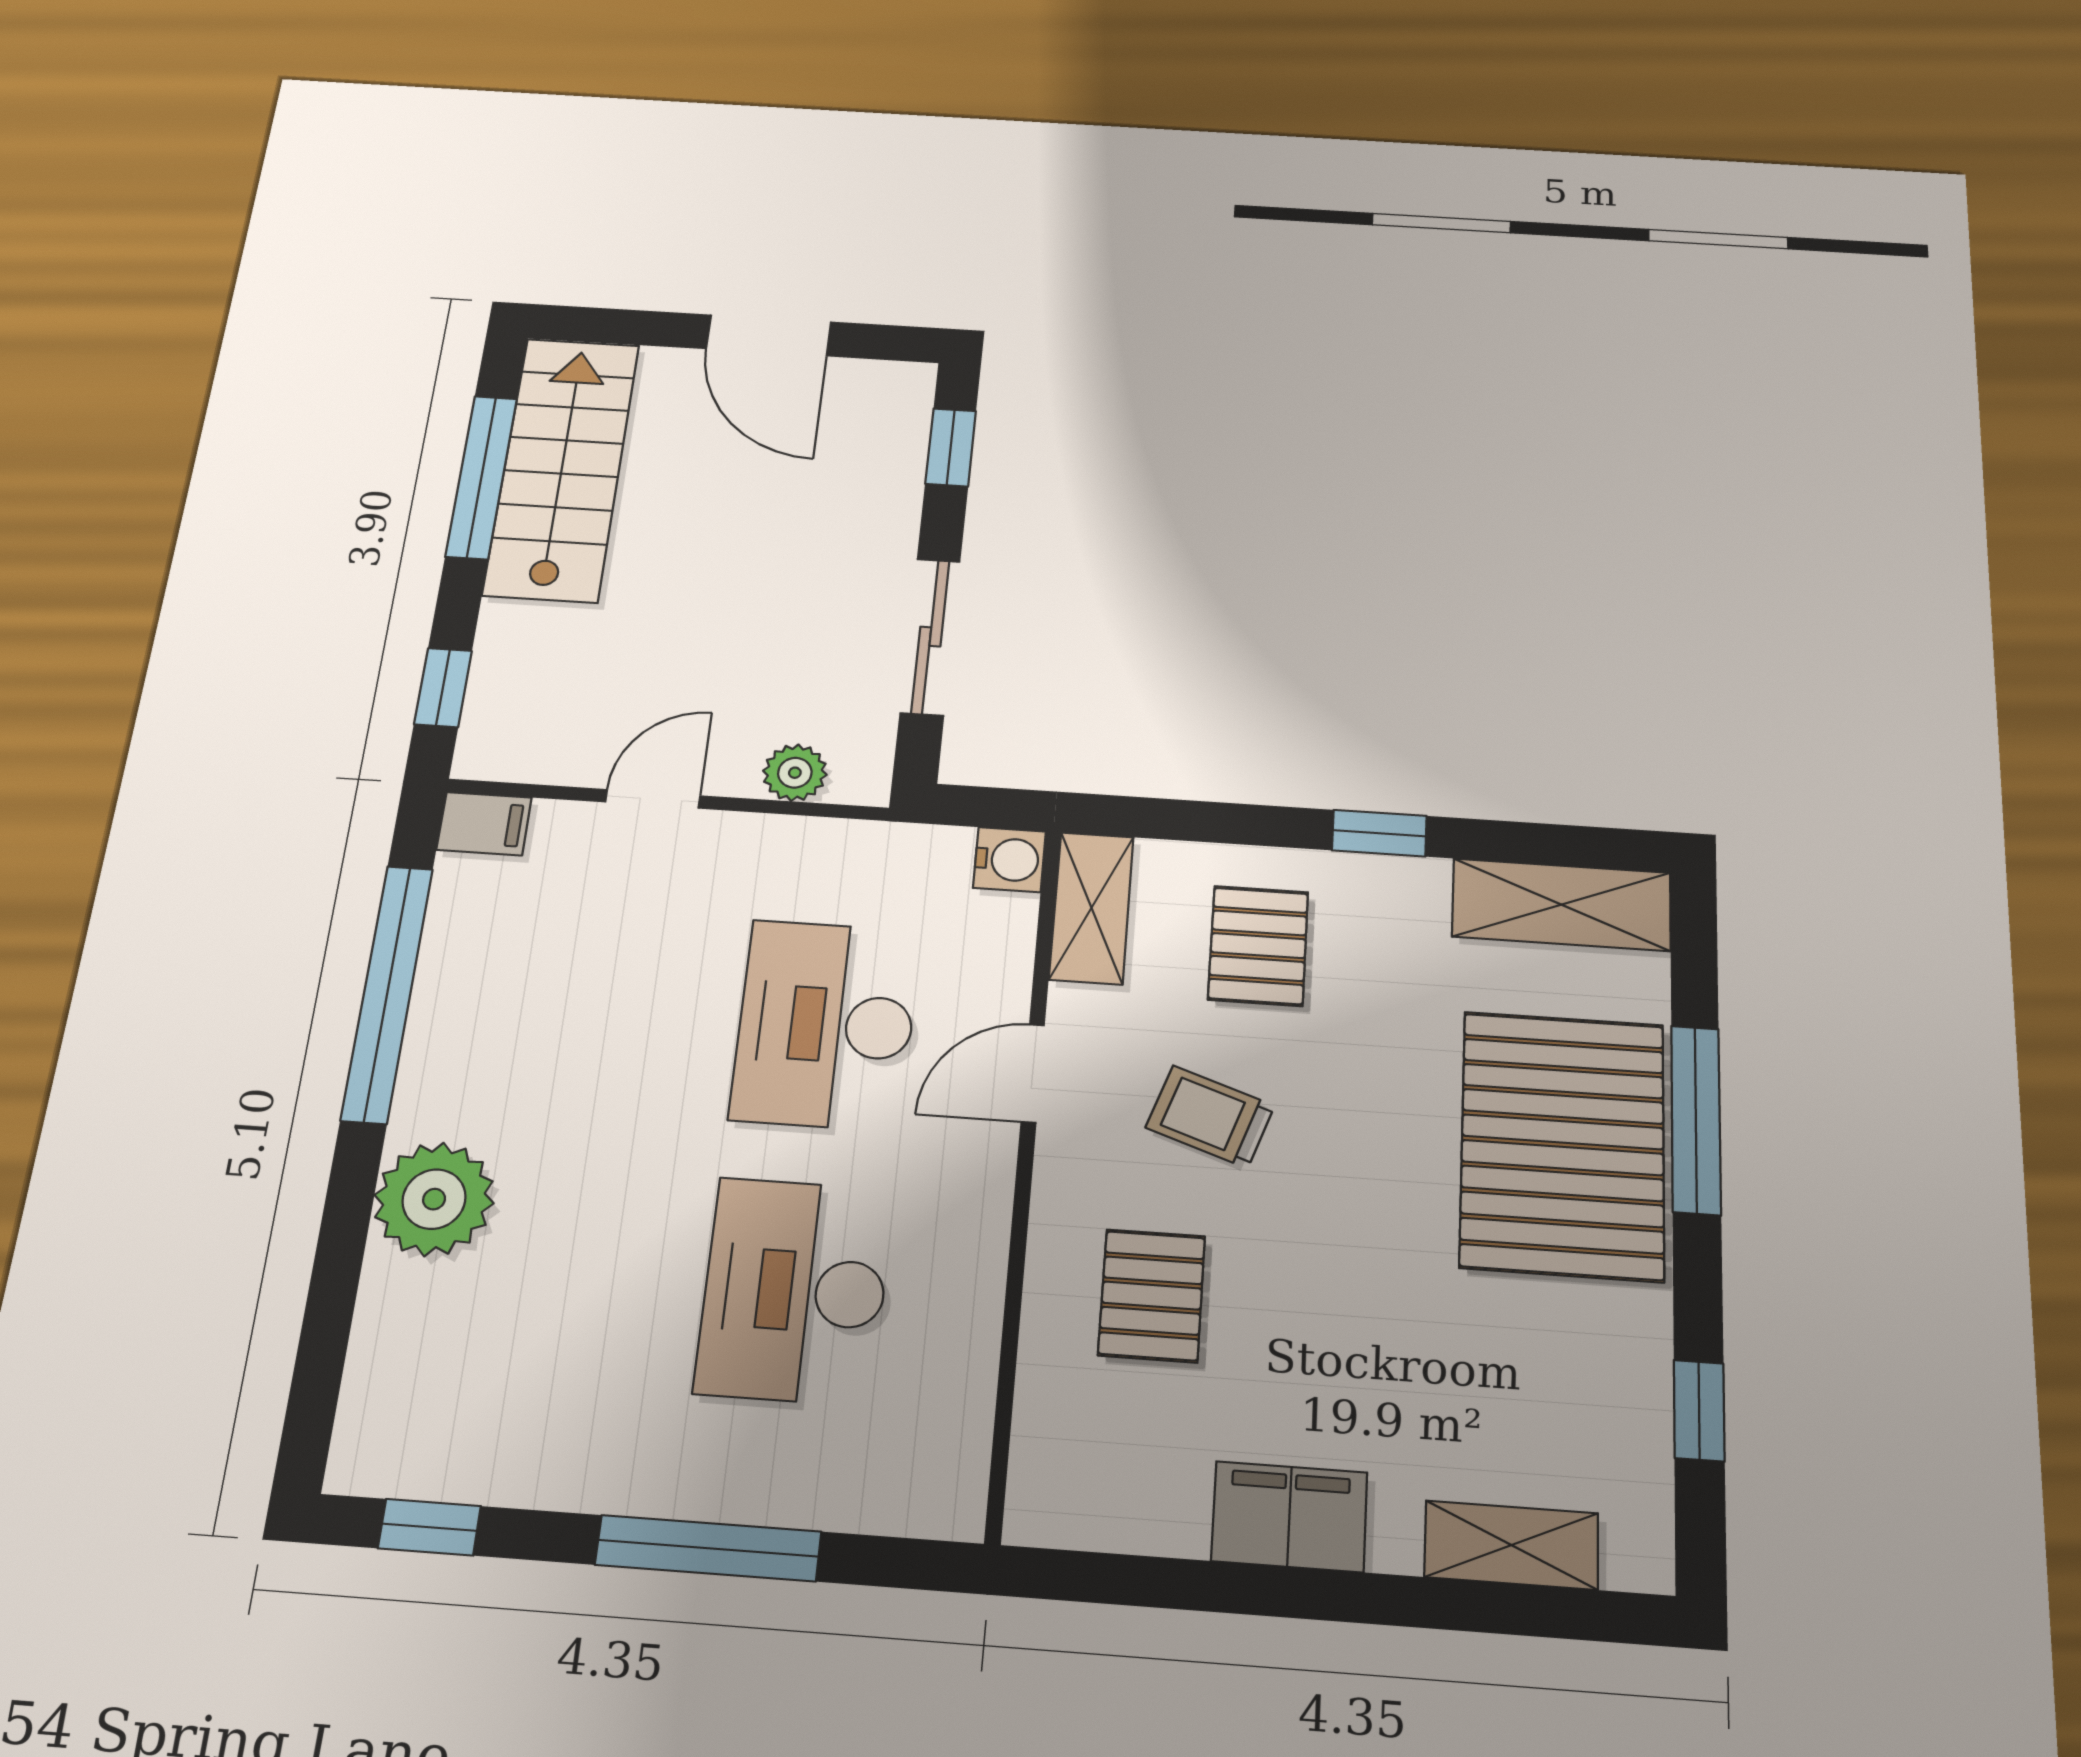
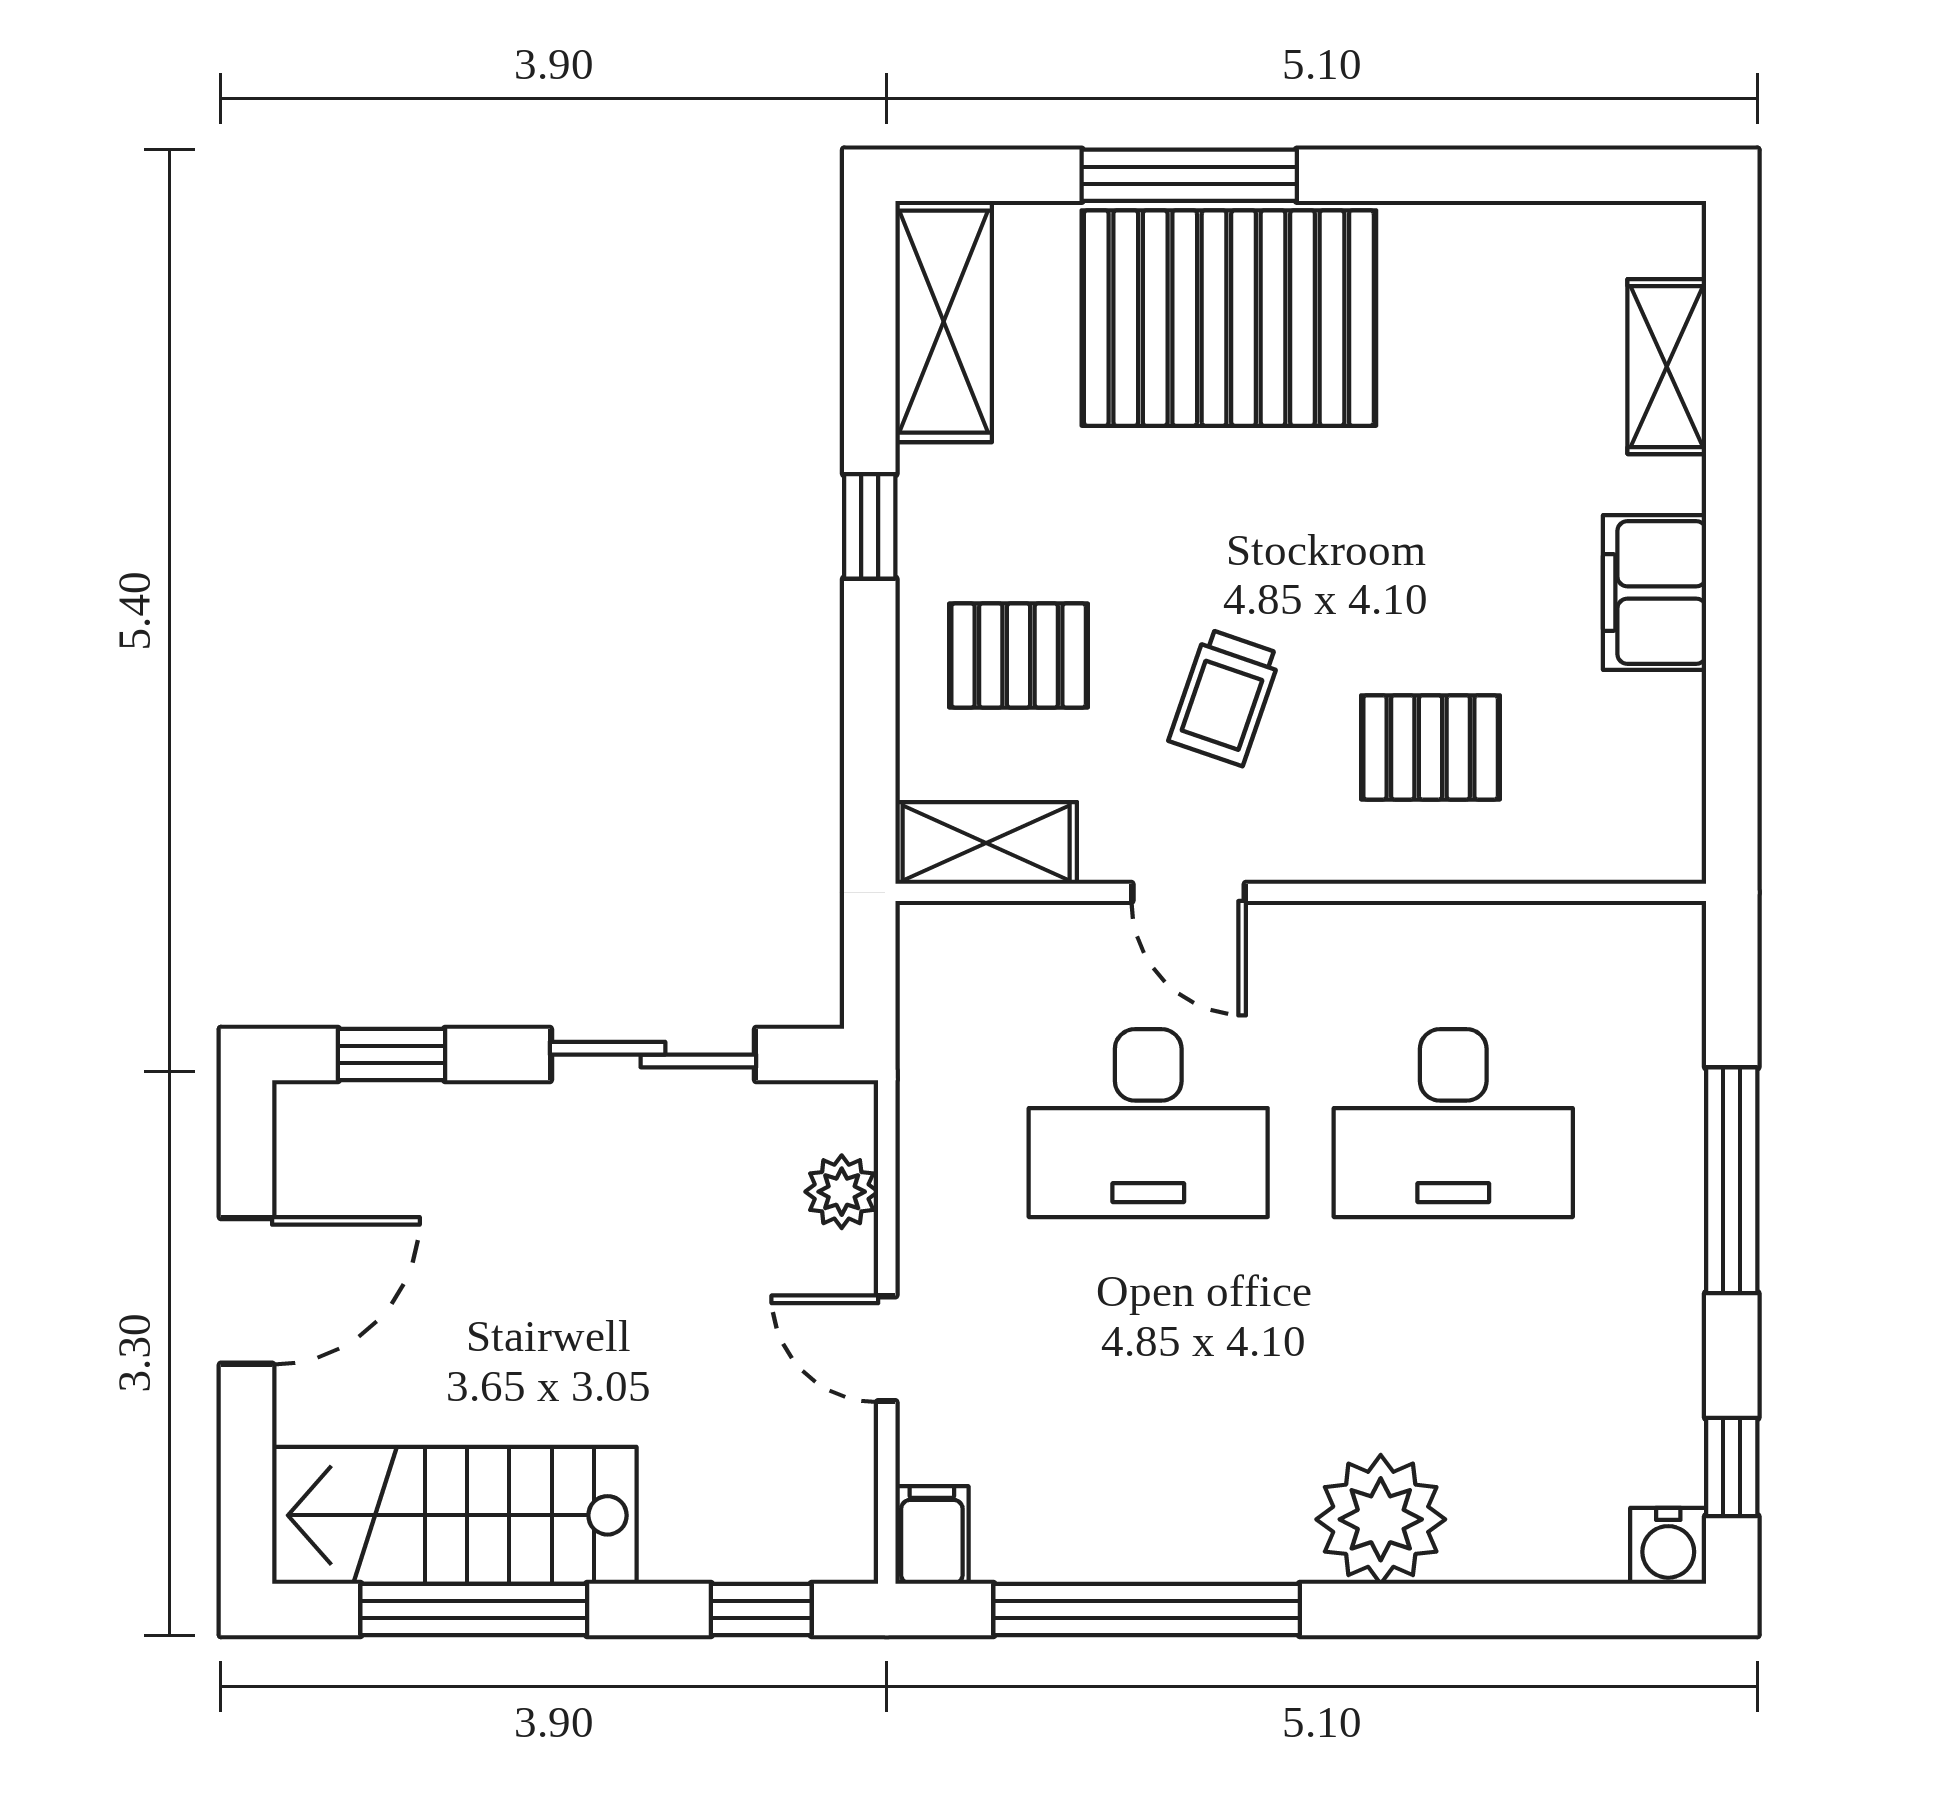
water cooler: (1010, 860) -> (1668, 1546), moved, turned 180
window: (1699, 1411) -> (1512, 175), removed

